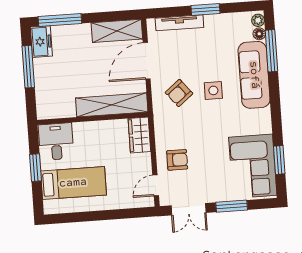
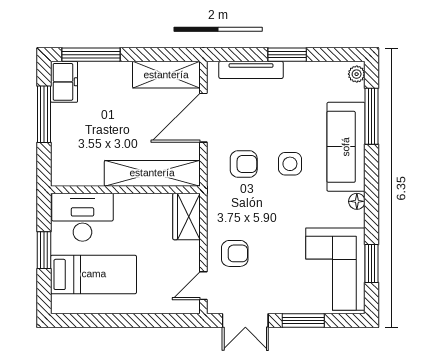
floor lamp: (259, 34) -> (357, 201), moved
armchair: (179, 93) -> (244, 164), turned -141
desk: (56, 142) -> (82, 217), width x1.37

